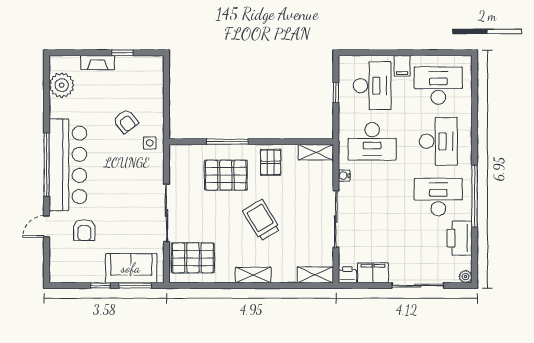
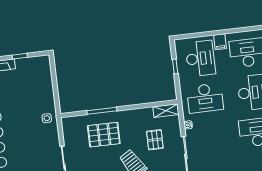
armchair: (126, 121) -> (28, 105), removed
pallet: (271, 162) -> (155, 140), moved

